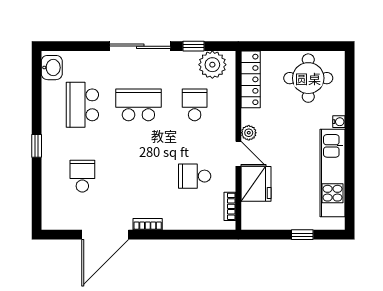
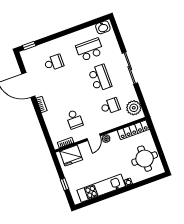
window: (193, 46) -> (140, 95), removed
window: (37, 146) -> (29, 46), moved
school desk: (195, 176) -> (74, 119), turned 180
fridge: (256, 184) -> (71, 156), moved

